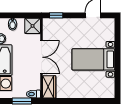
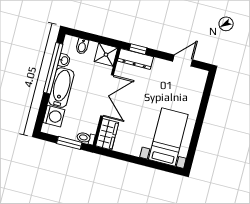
dresser: (56, 23) -> (135, 59), added
bed with nightstands: (93, 59) -> (168, 137), moved, turned 90

